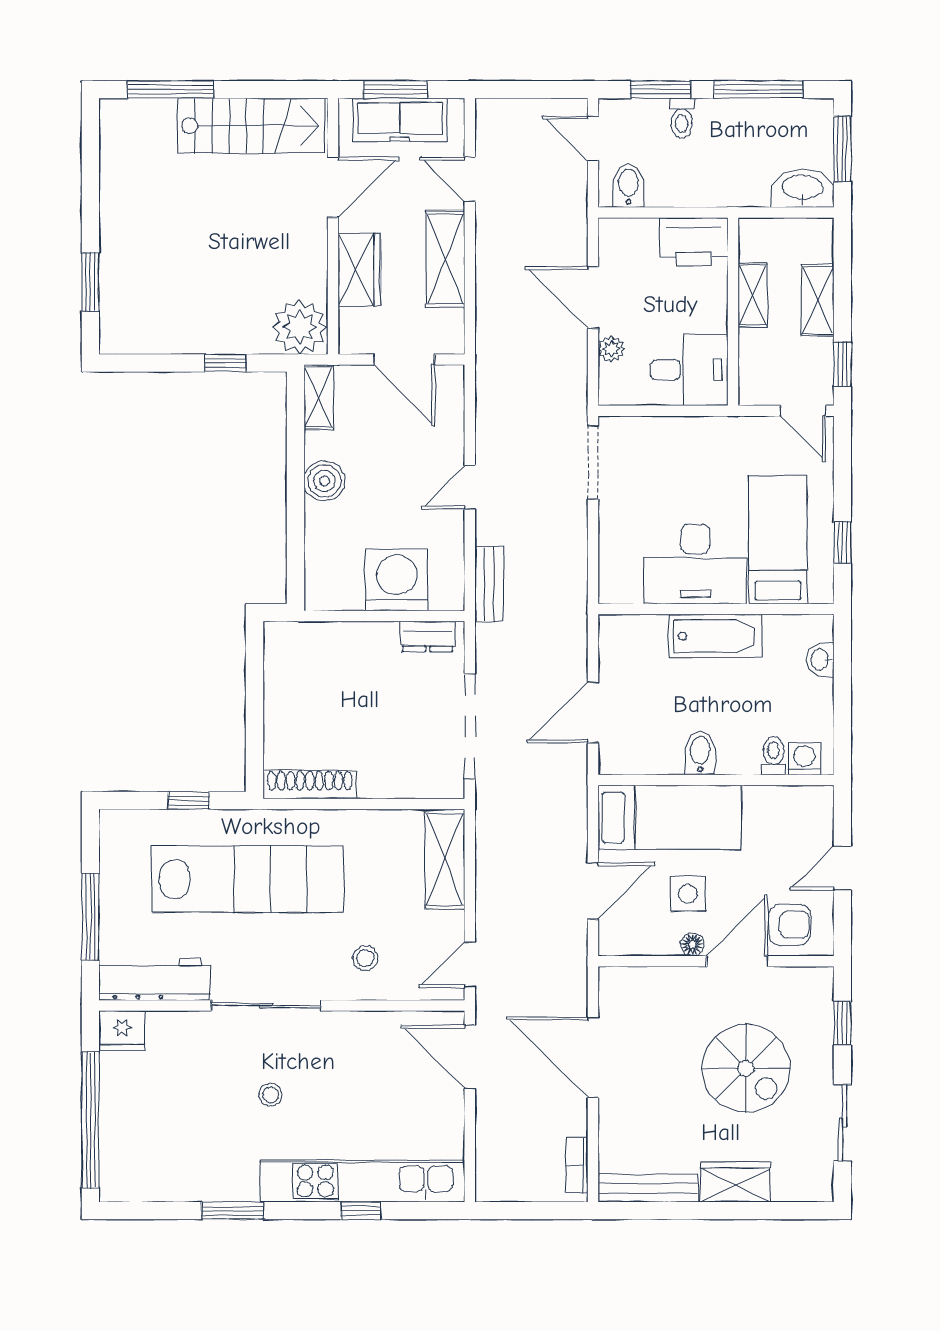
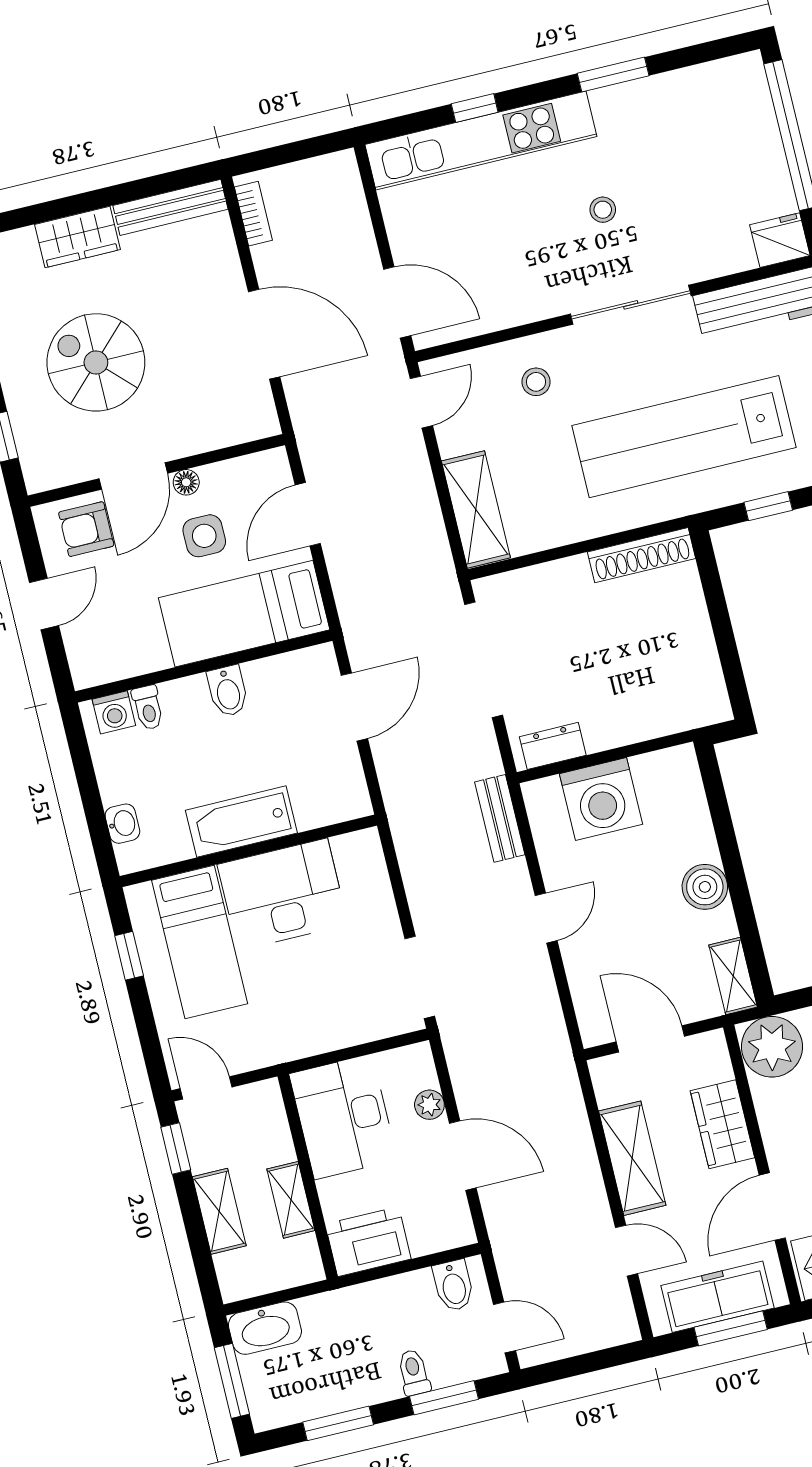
window: (759, 90) -> (338, 1423), width x0.69
desk: (689, 370) -> (343, 1117), width x1.37

